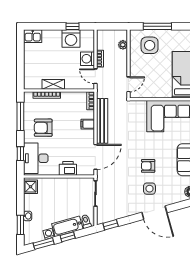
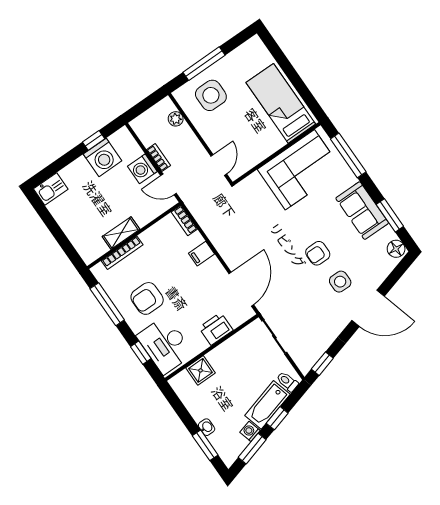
bench: (102, 121) -> (217, 236), removed
shower: (31, 187) -> (201, 370), moved

